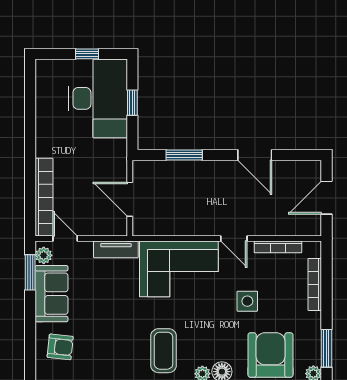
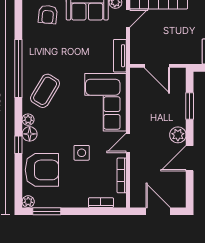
plant: (223, 171) -> (178, 135), added
door: (130, 199) -> (157, 66), swing flipped
bookcase: (315, 284) -> (101, 203), width x0.64
coffee table: (164, 351) -> (45, 91), turned -59

